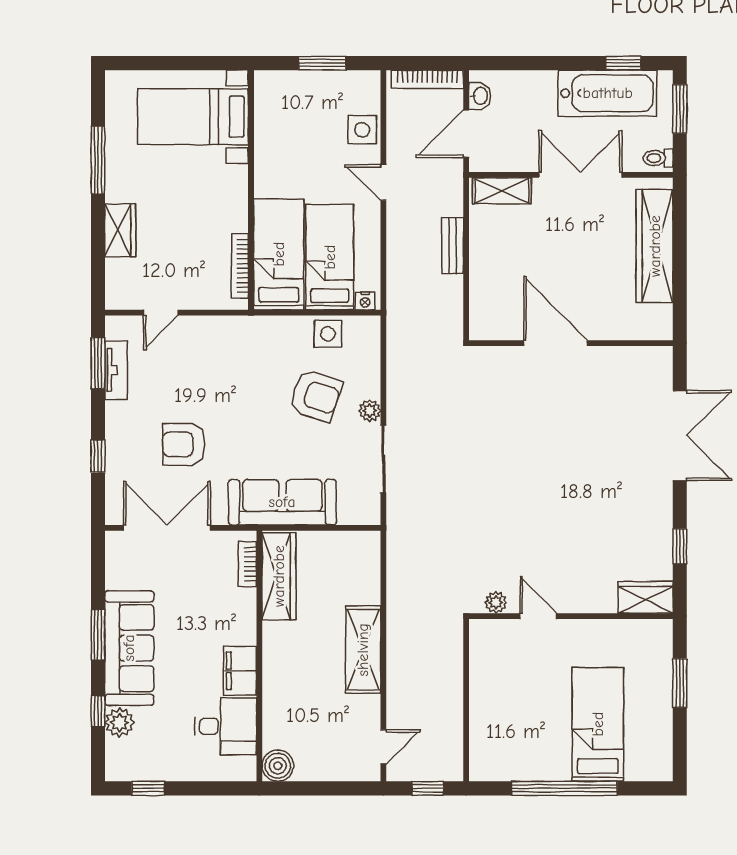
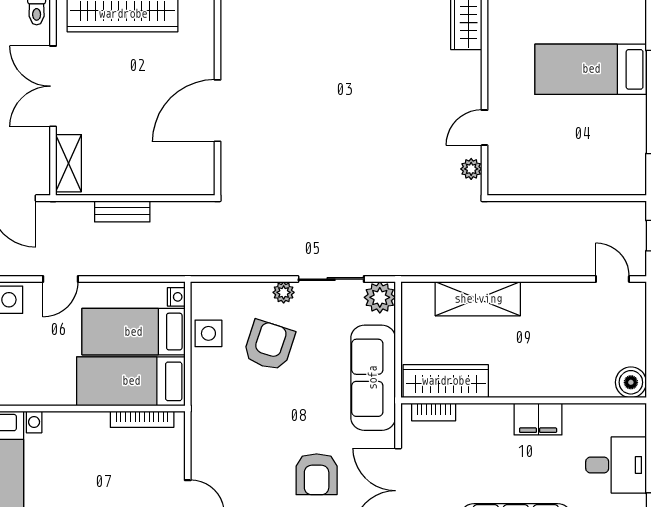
plant: (365, 509) -> (380, 297), added
shelving: (363, 650) -> (478, 299), moved
desk: (226, 726) -> (616, 465), moved, turned 90

